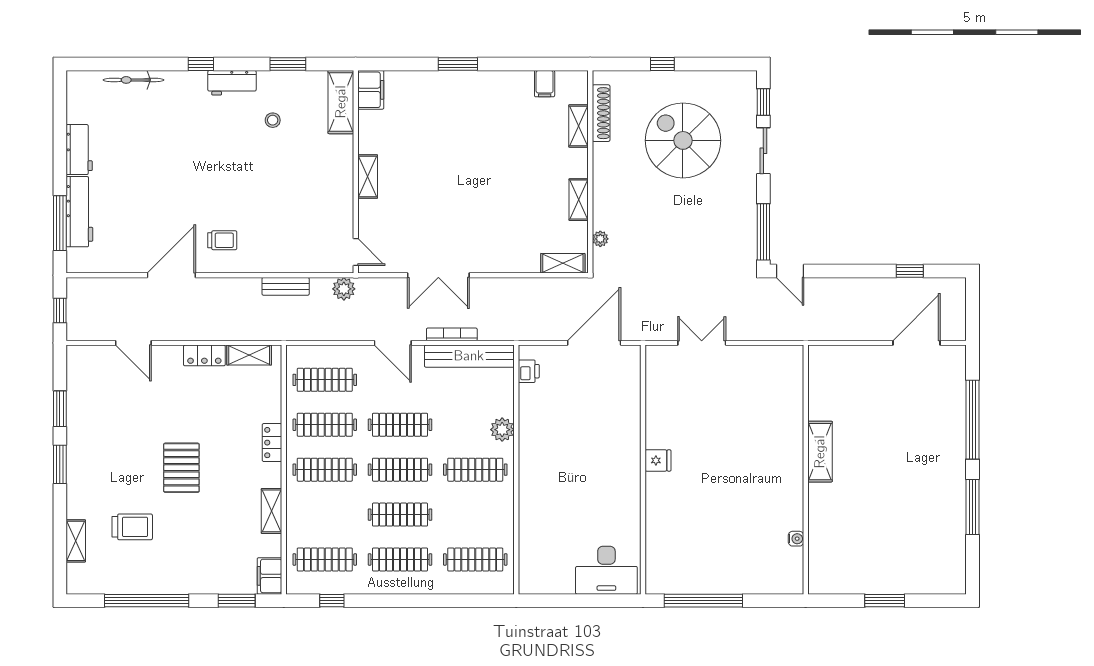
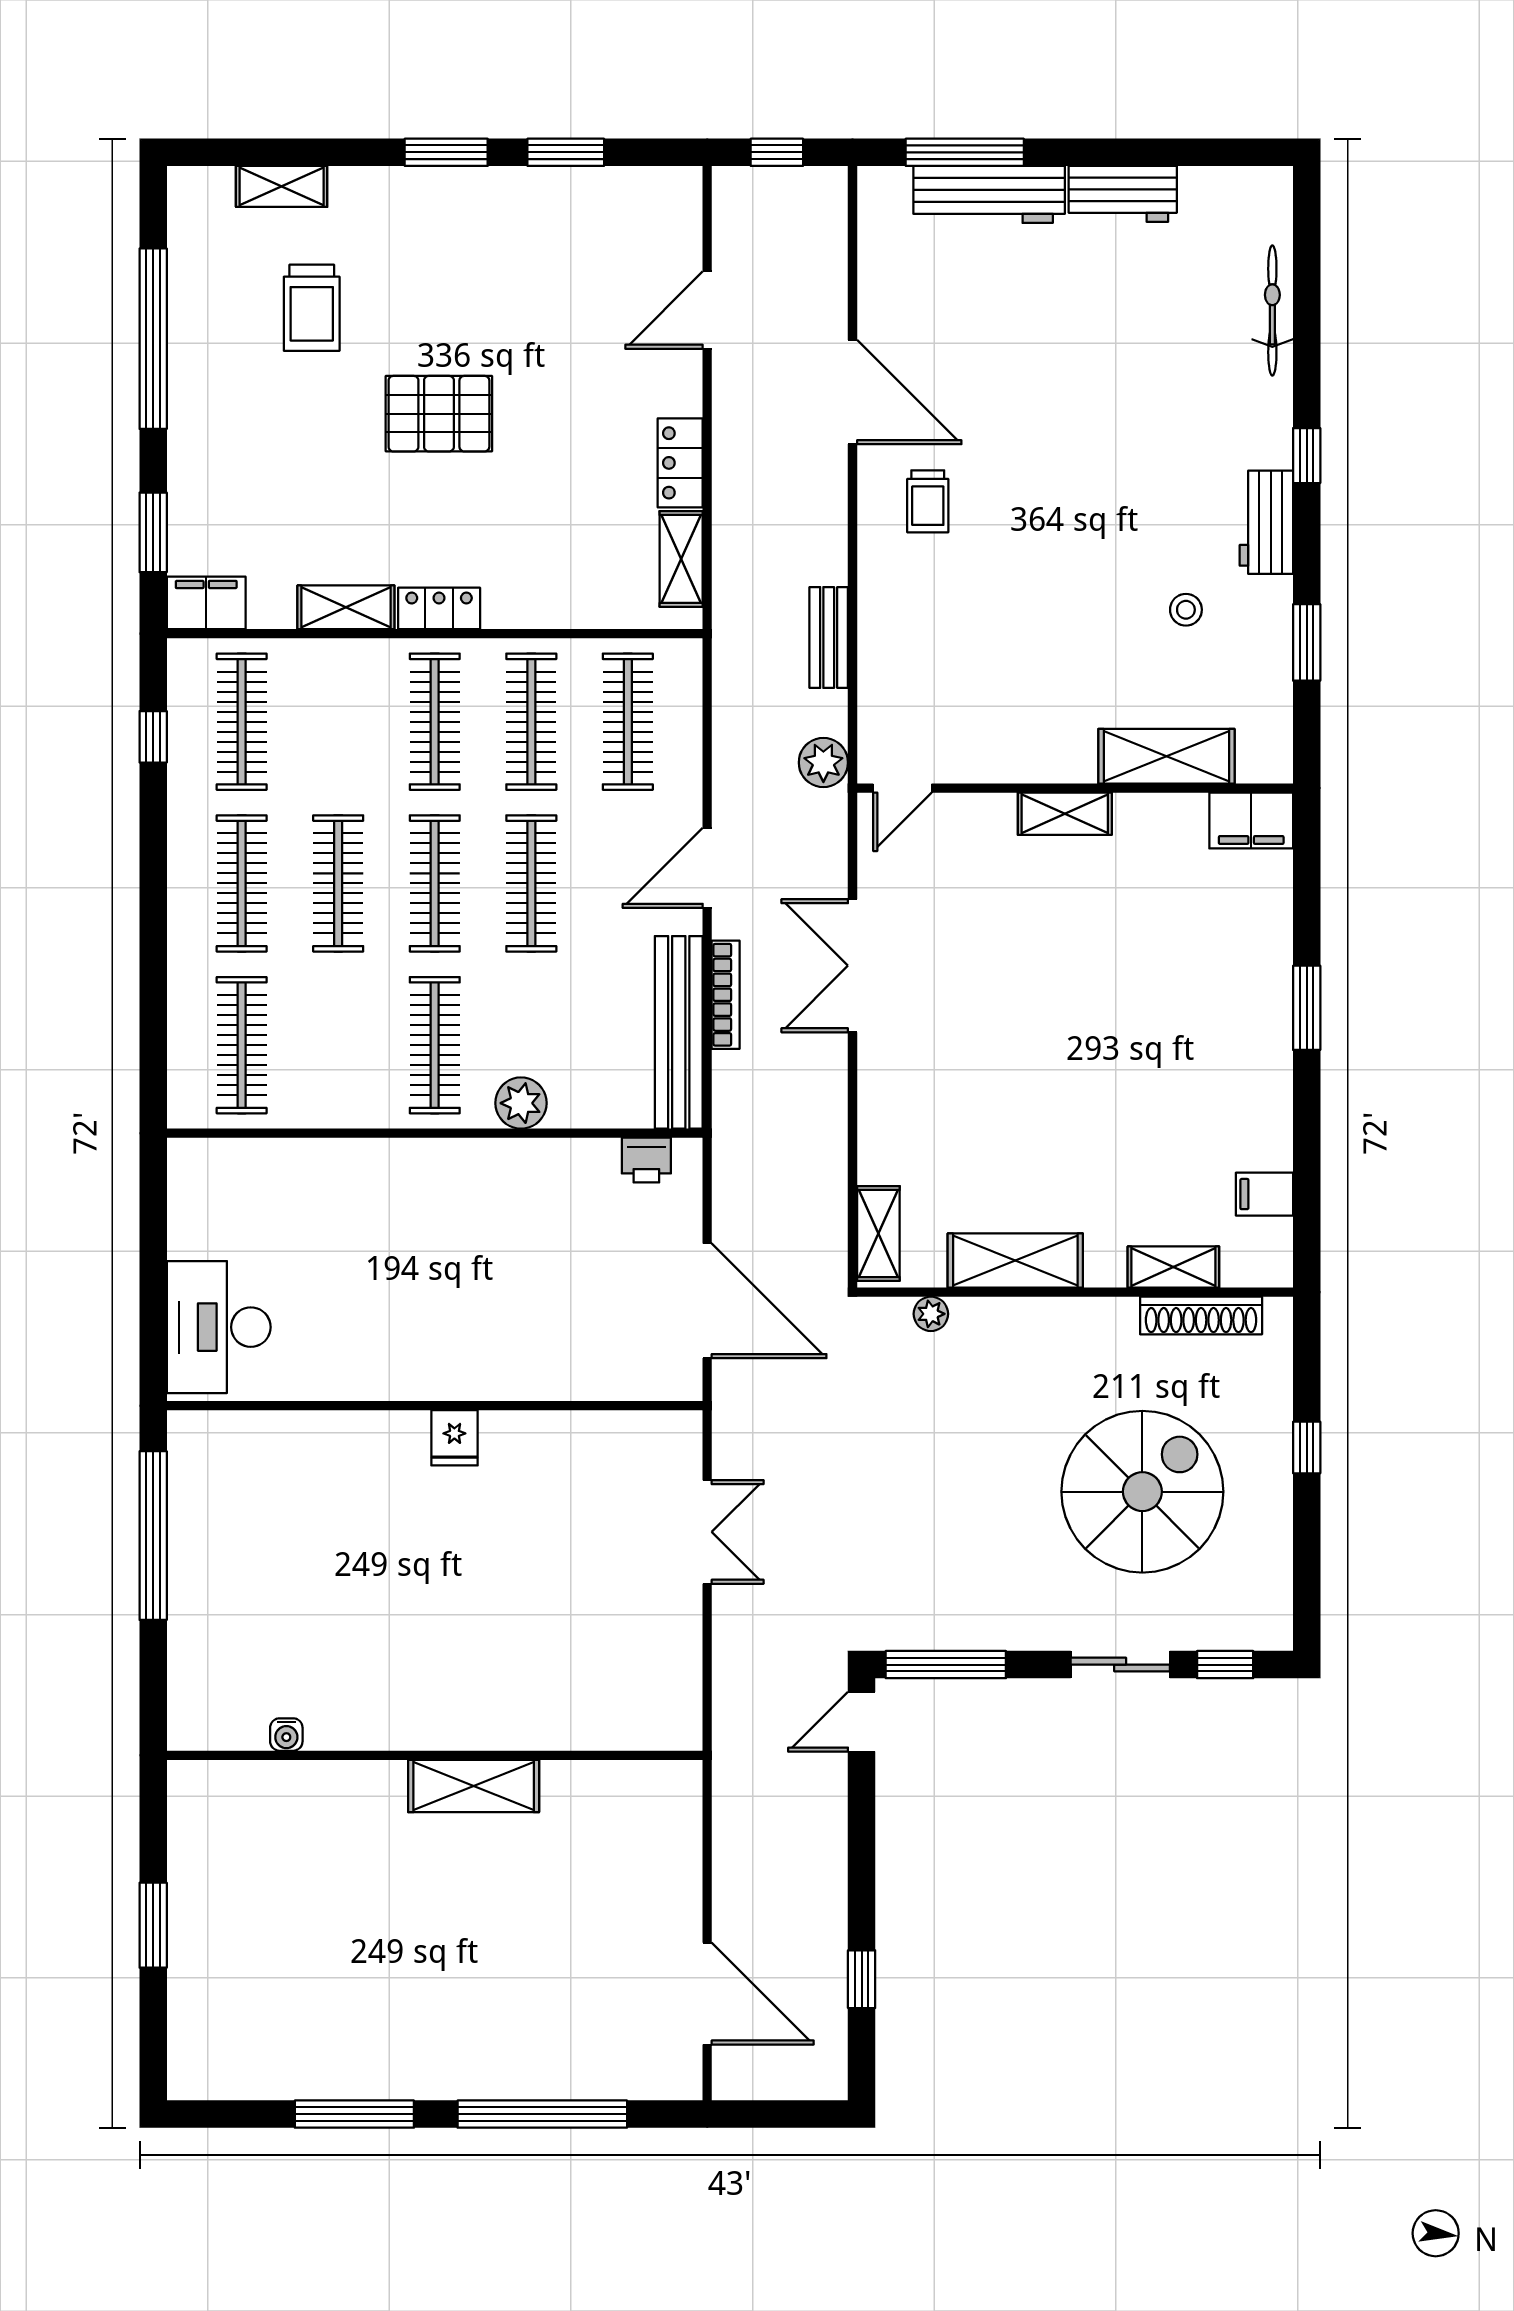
shelving: (341, 102) -> (1166, 756), moved
shelving: (579, 200) -> (1015, 1261), width x1.50, depth x1.33
locker: (272, 443) -> (439, 608), moved

